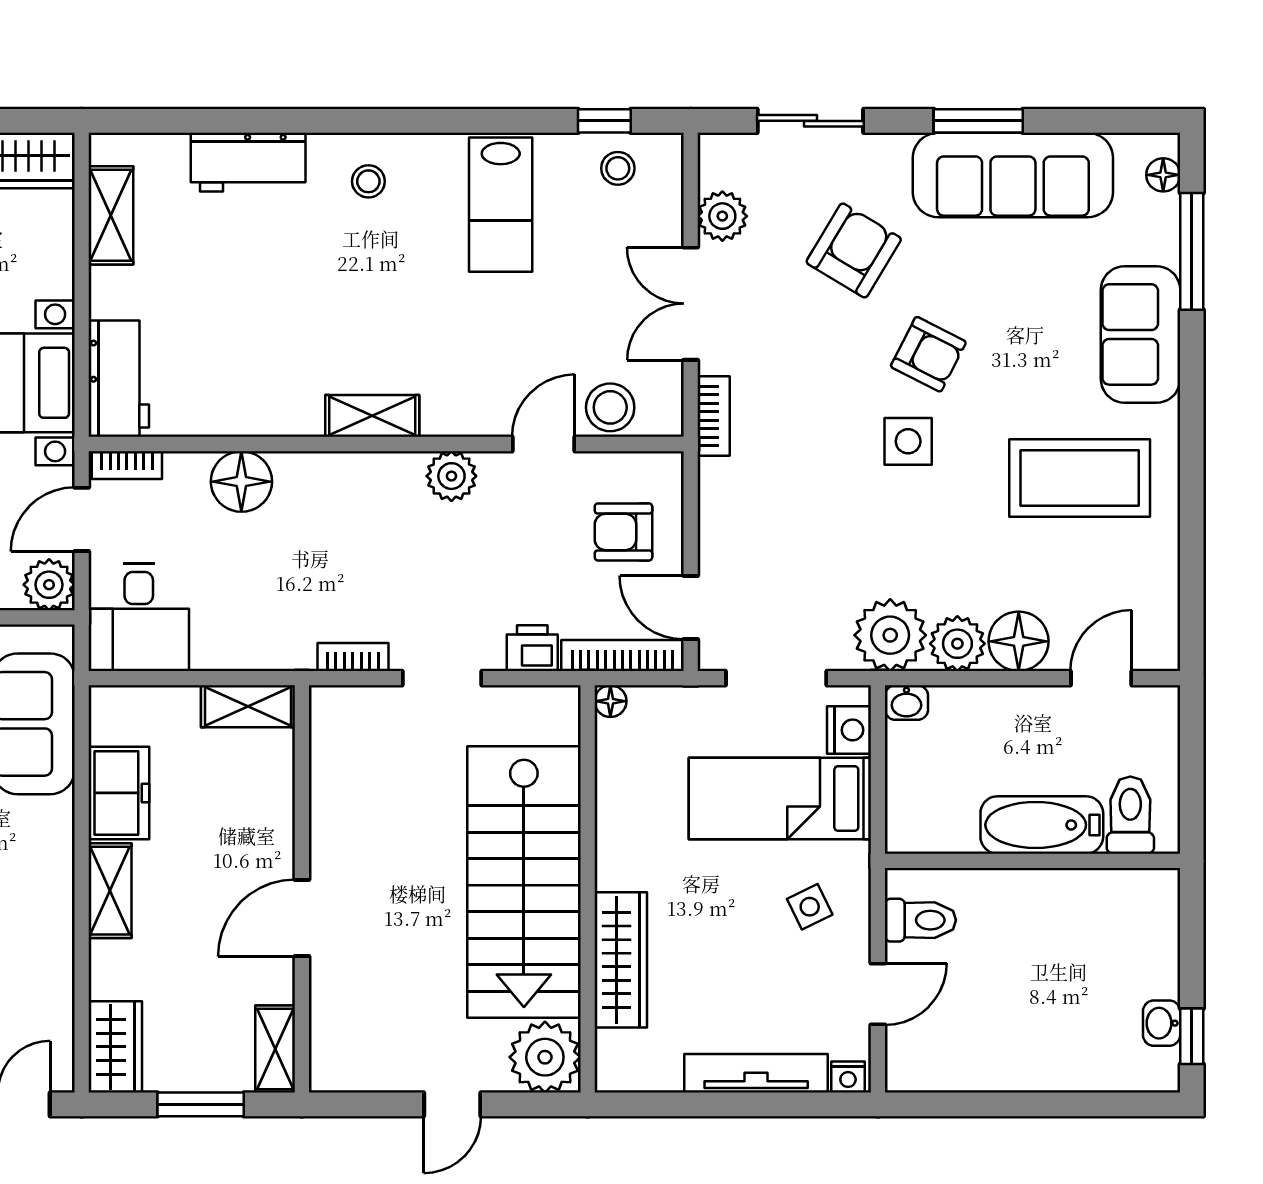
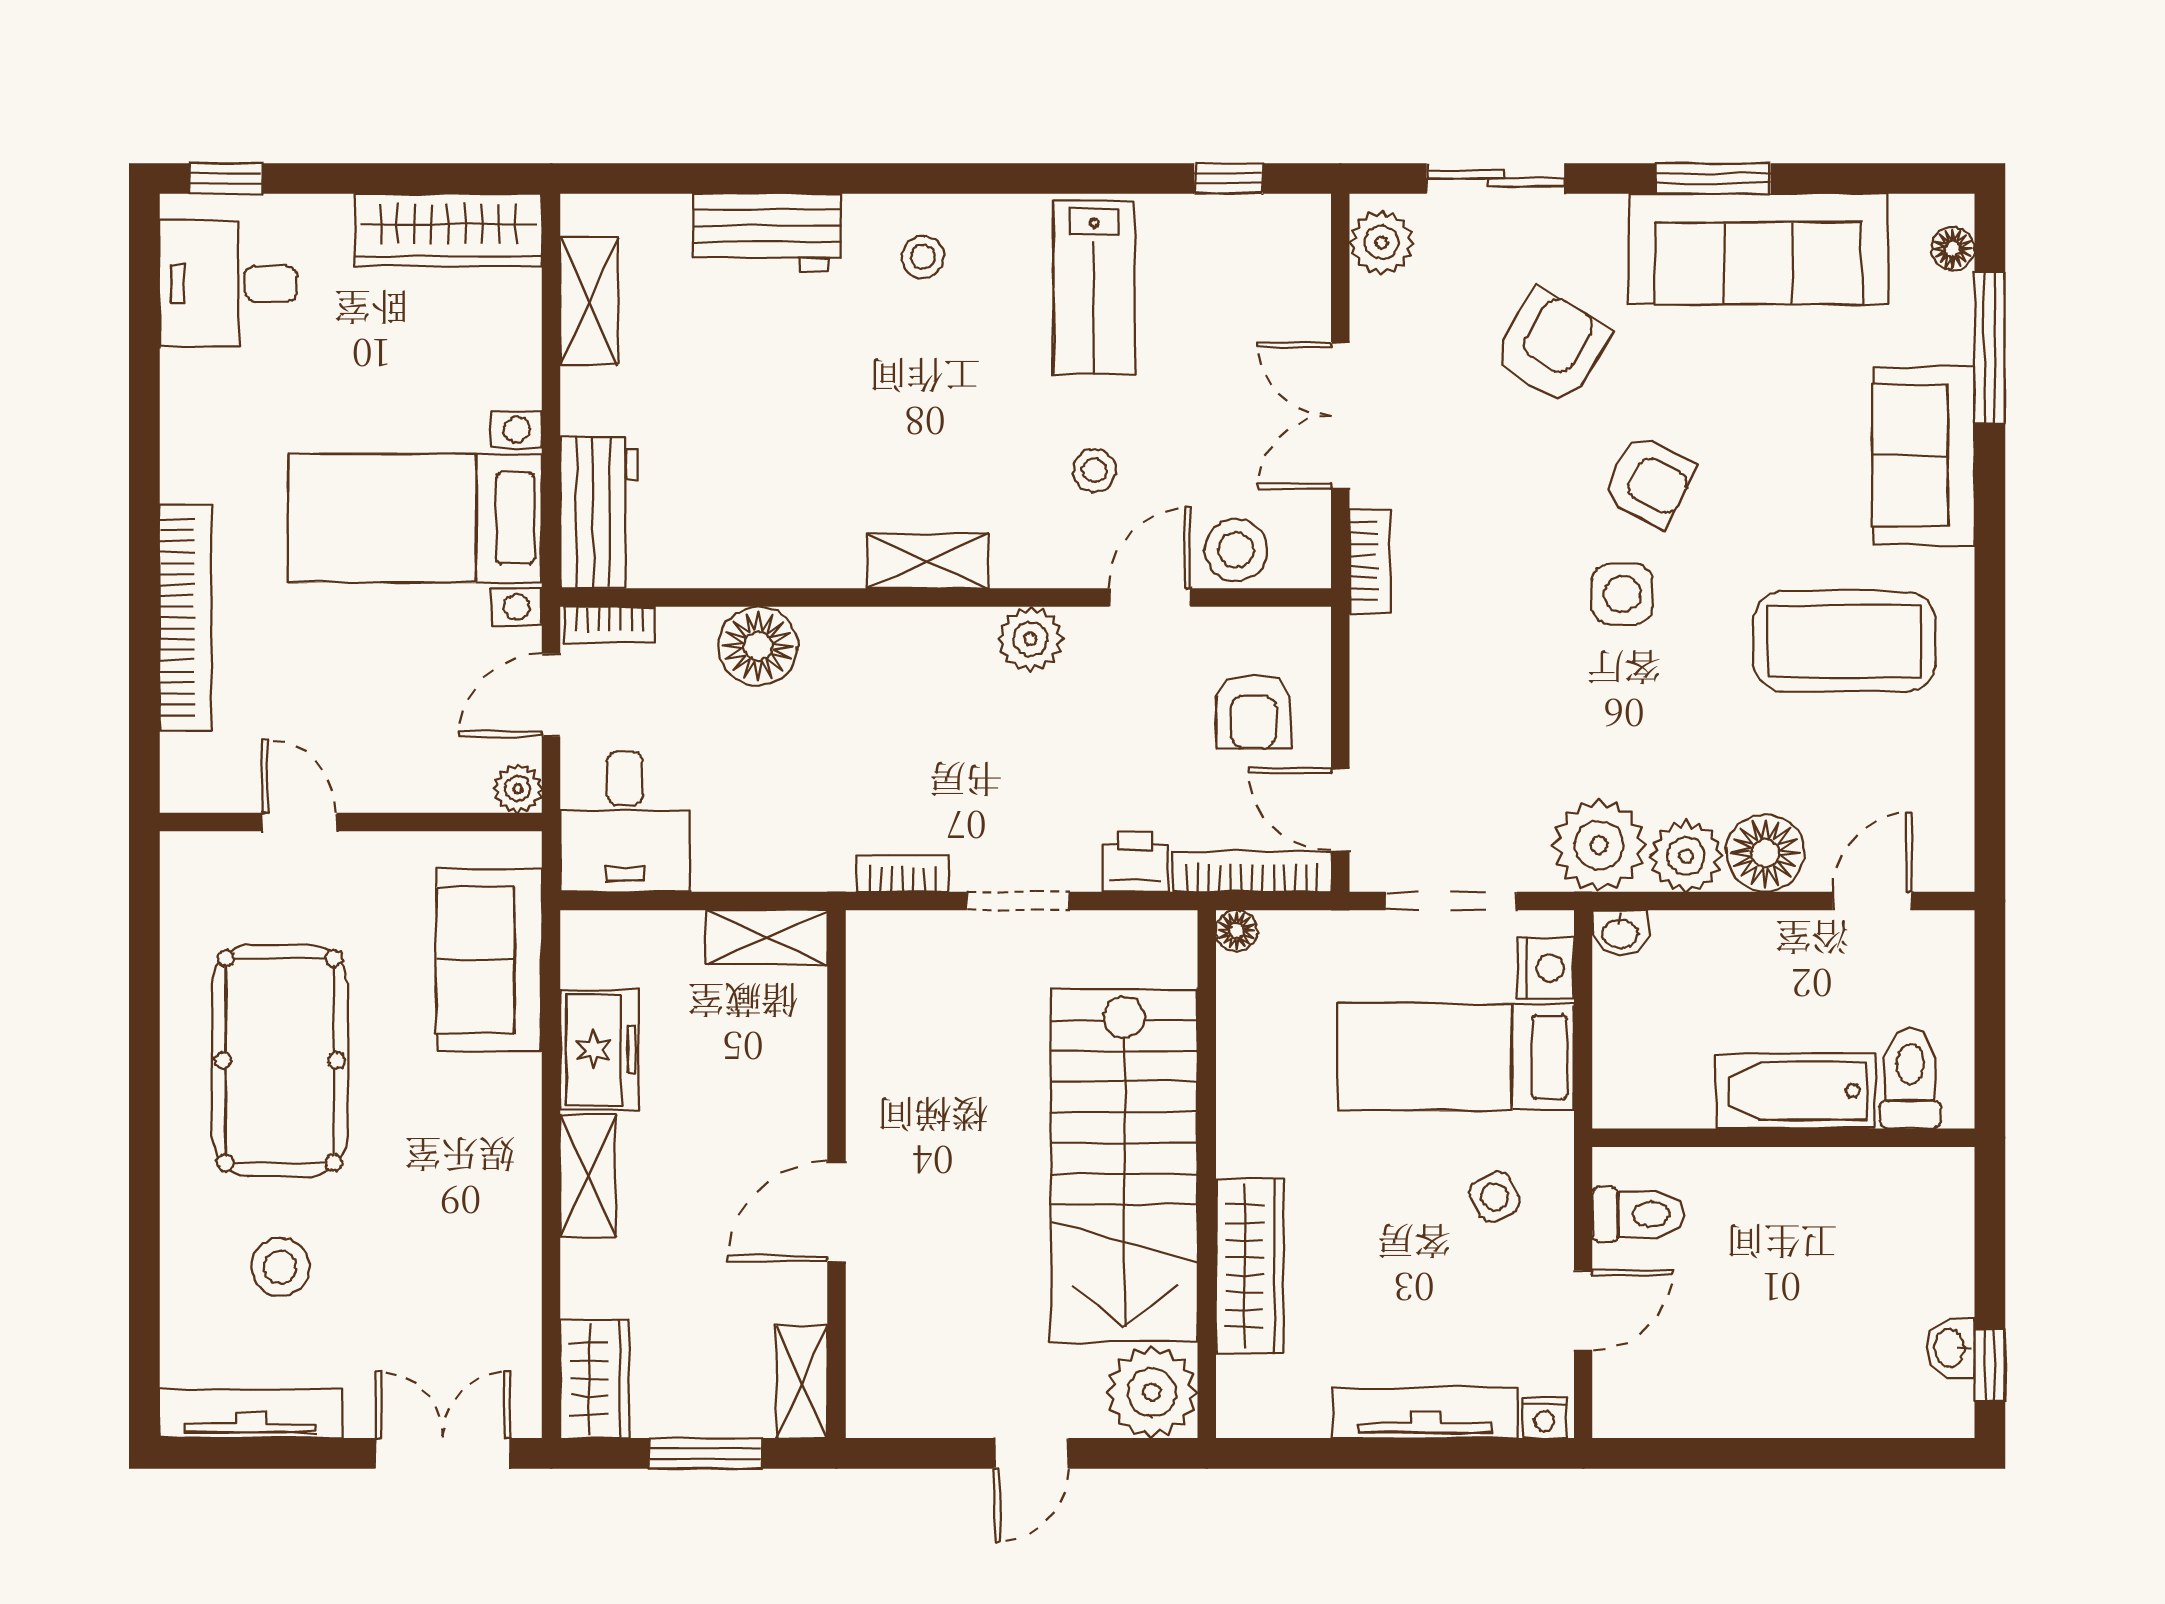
stool: (618, 168) -> (1095, 470), moved
plant: (722, 216) -> (1381, 243), moved
armchair: (623, 532) -> (1253, 711), turned -90
plant: (49, 585) -> (518, 789), width x0.73, depth x0.73

